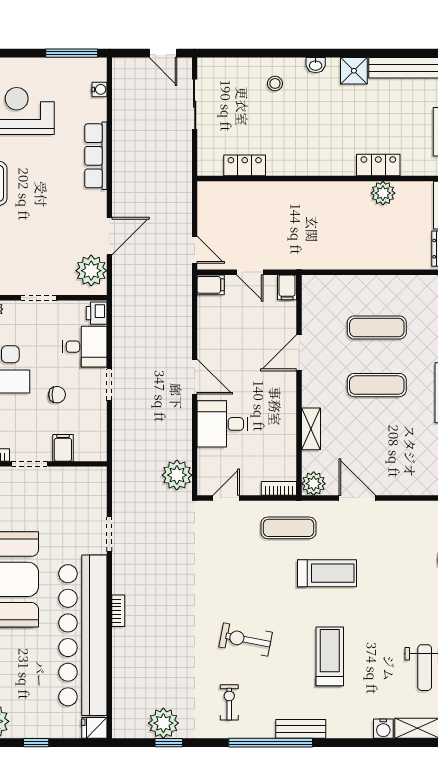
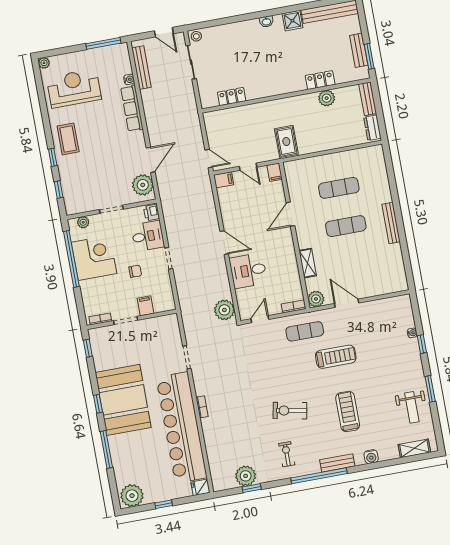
stool: (275, 83) -> (196, 36), moved
water cooler: (99, 89) -> (129, 79), moved
bench: (121, 99) -> (142, 68), added
rug: (313, 246) -> (286, 141), added
water cooler: (383, 729) -> (371, 457), moved

